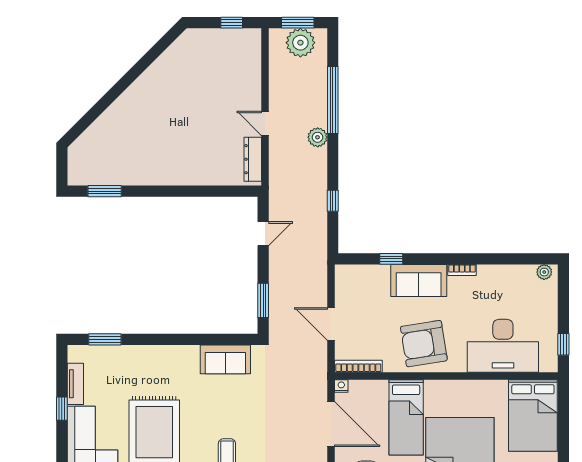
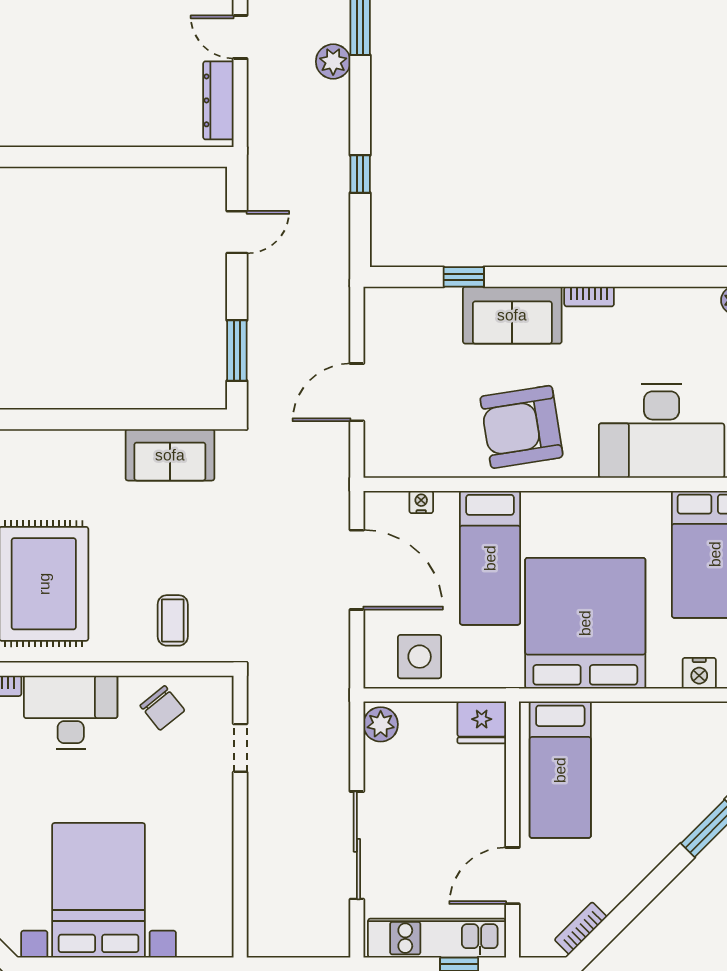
door: (331, 324) -> (357, 392), hinge flipped
bookcase: (358, 366) -> (405, 467), removed
nightstand: (341, 386) -> (421, 502), moved

